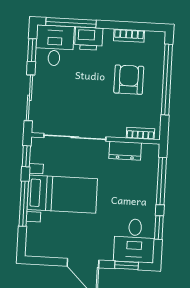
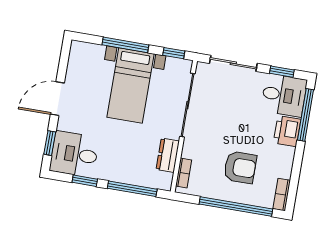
bookcase: (129, 36) -> (282, 195), moved

